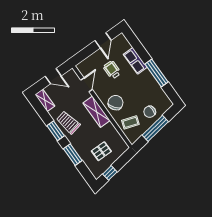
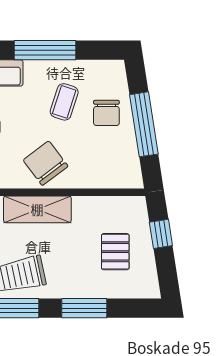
coffee table: (130, 122) -> (64, 102), moved
window: (110, 173) -> (161, 234), moved

